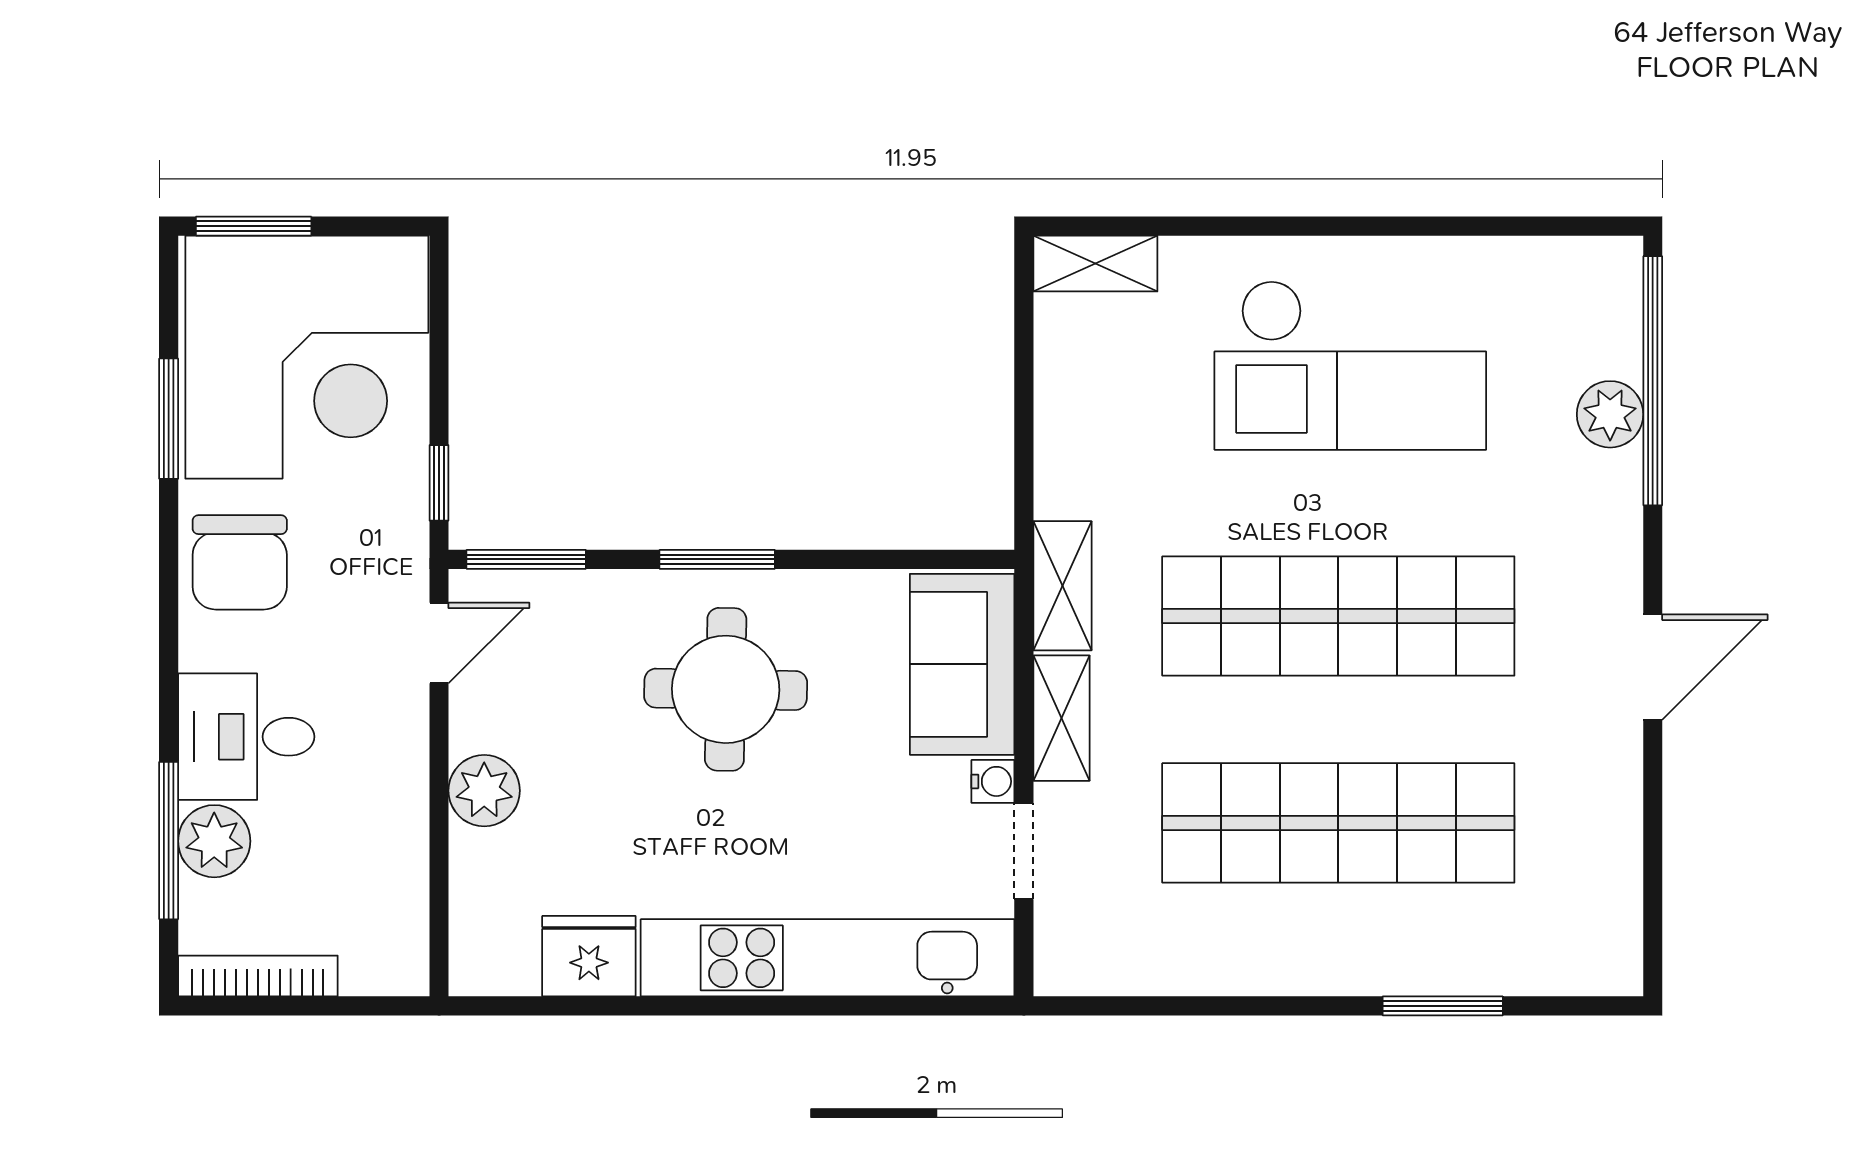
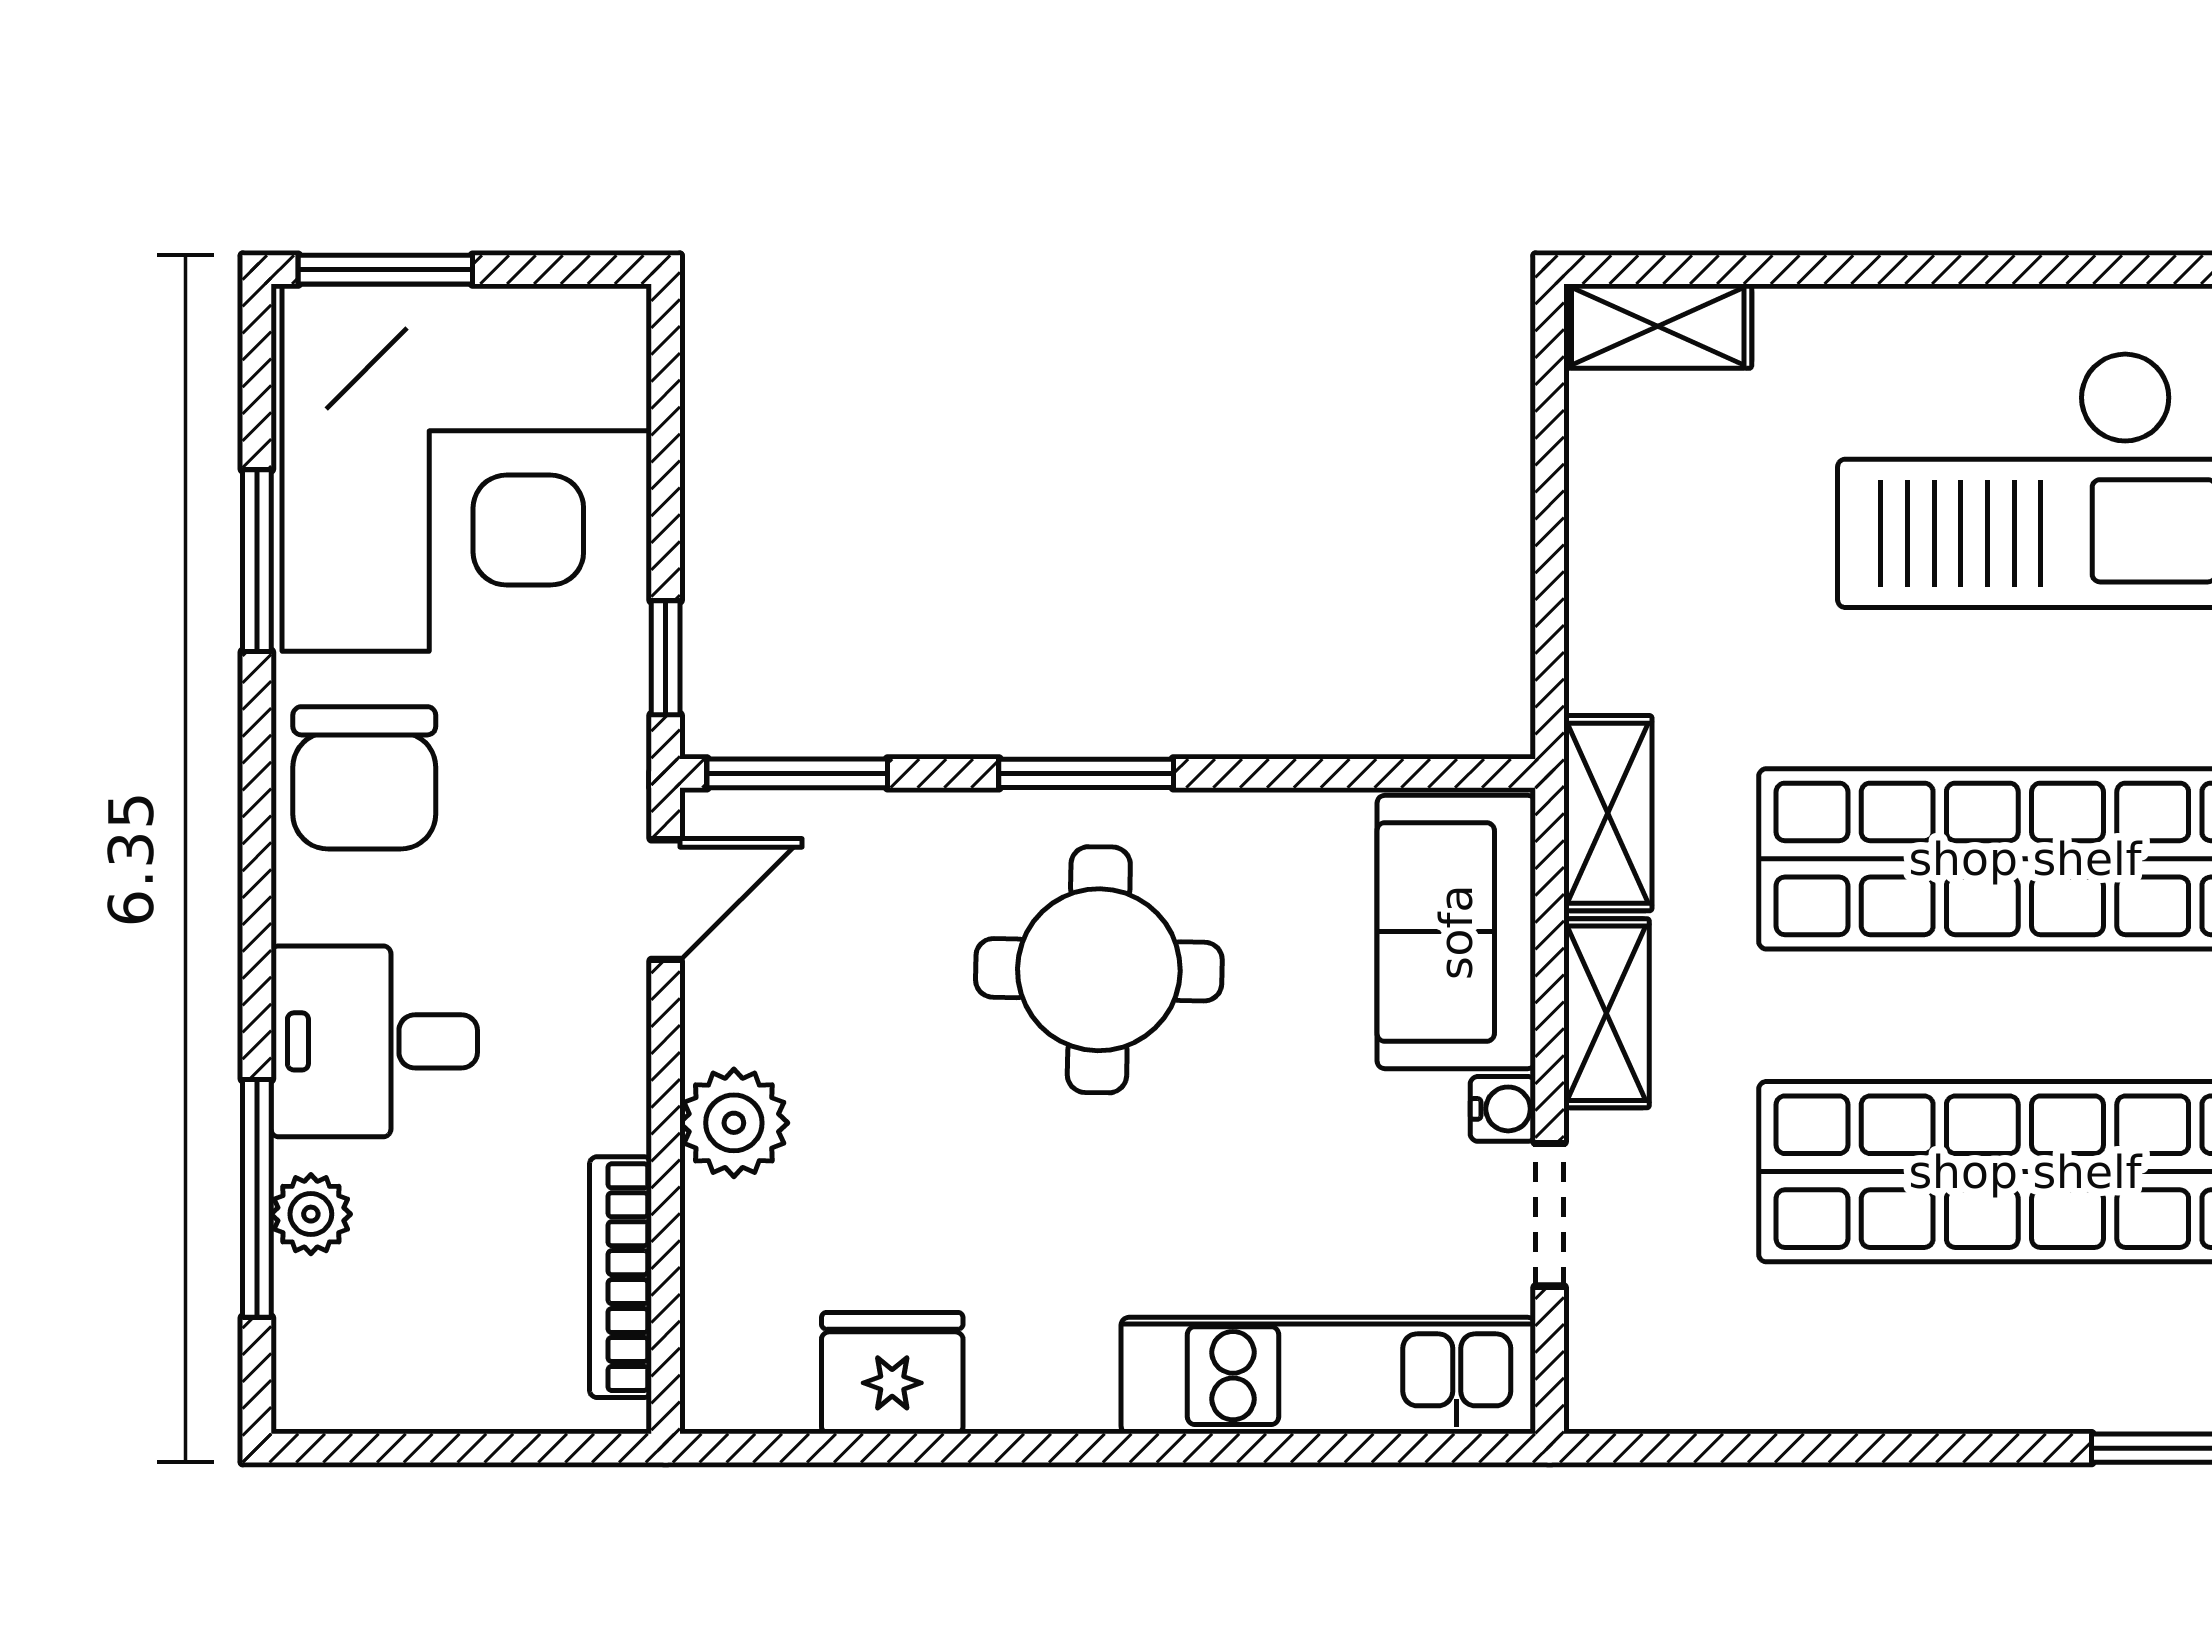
plant: (214, 841) -> (311, 1214), width x0.73, depth x0.73
kitchen unit: (828, 958) -> (1328, 1376), width x0.73
bookcase: (258, 976) -> (621, 1277), moved, turned -90

